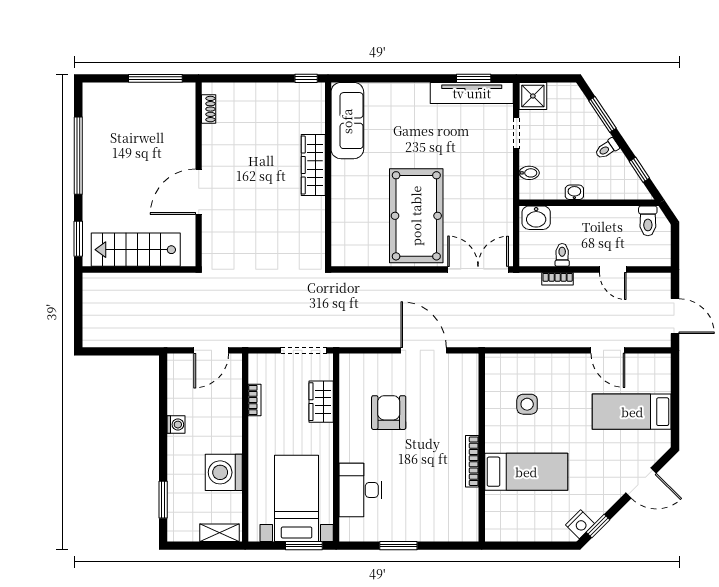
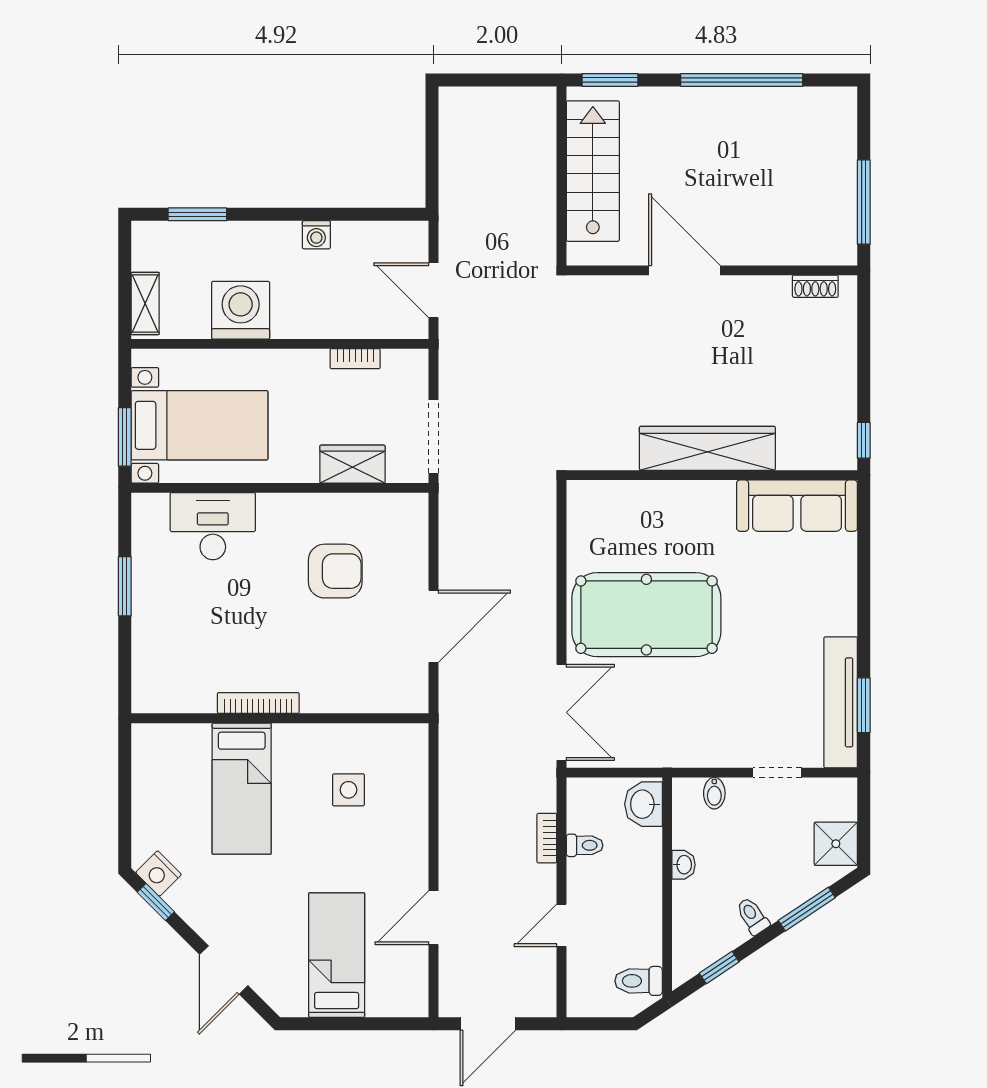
shower: (533, 96) -> (836, 844), moved
wardrobe: (313, 165) -> (707, 448), width x1.40, depth x1.17

